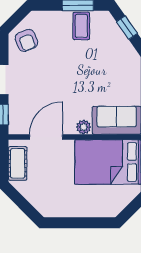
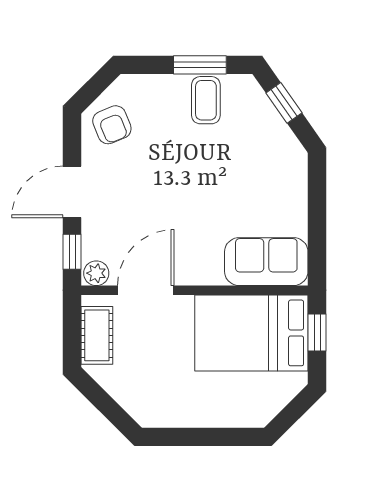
plant: (84, 127) -> (96, 273), moved

